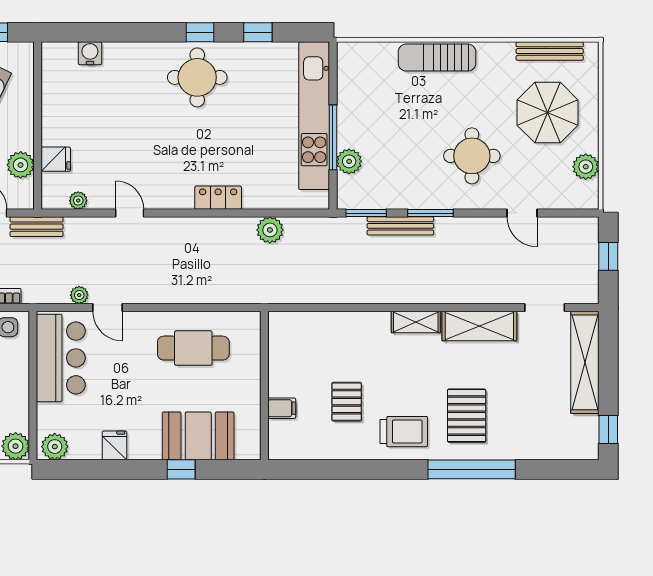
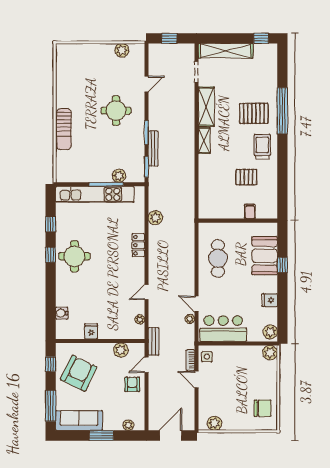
bench: (550, 51) -> (61, 69), removed
parasol: (548, 113) -> (93, 71), removed
fridge: (56, 159) -> (91, 331), moved
door: (108, 308) -> (197, 304), swing flipped

